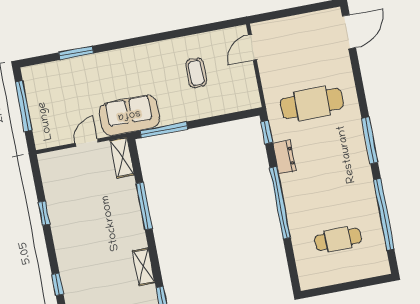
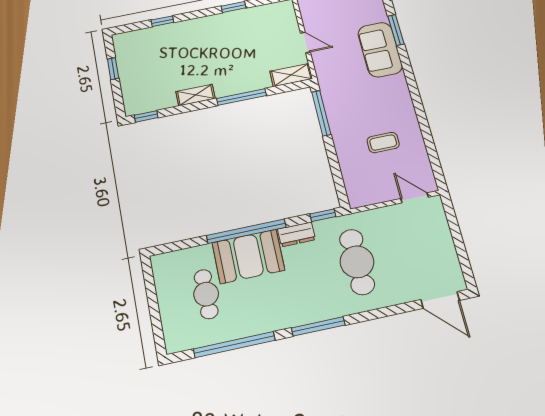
sofa: (129, 115) -> (380, 50), moved, turned 180
booth: (304, 201) -> (248, 256), added
shelving: (144, 267) -> (196, 95), moved

